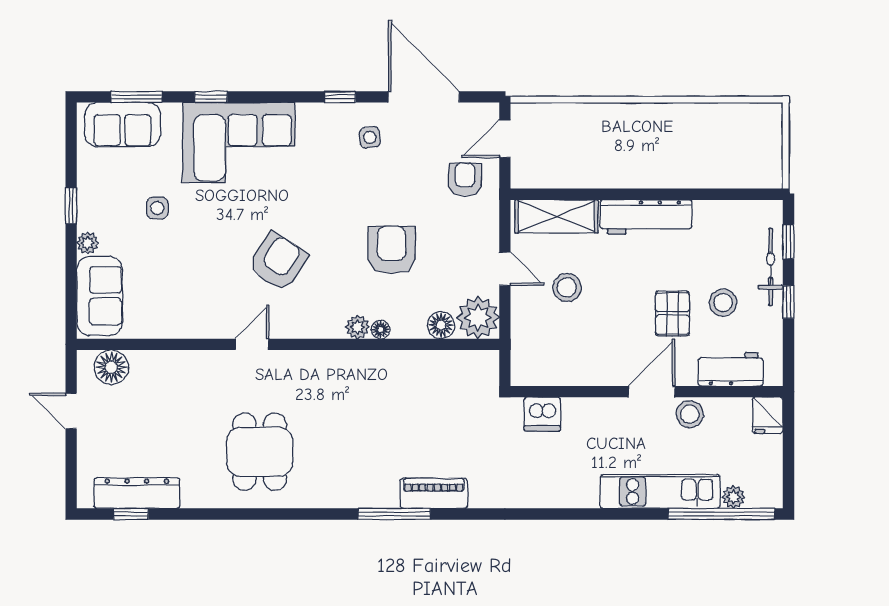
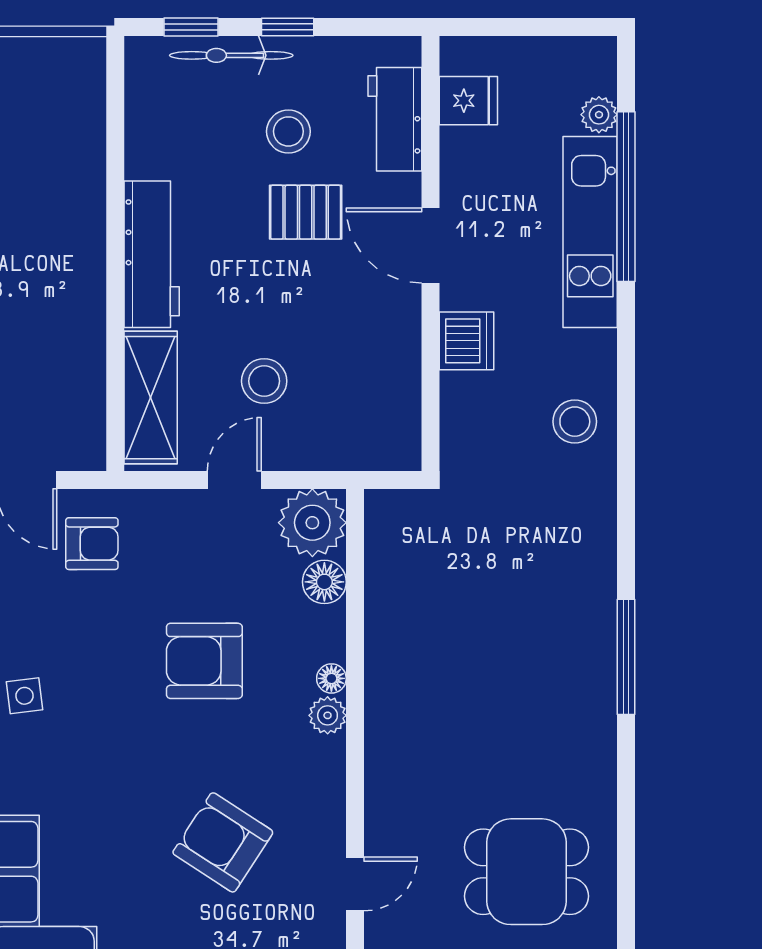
armchair: (465, 180) -> (92, 544), turned 180
door: (252, 344) -> (355, 884), swing flipped
dishwasher: (542, 414) -> (467, 341), moved
stool: (690, 414) -> (575, 422), moved
fridge: (768, 415) -> (468, 101), moved
piano: (434, 493) -> (593, 594), removed
window: (722, 514) -> (626, 197), moved

